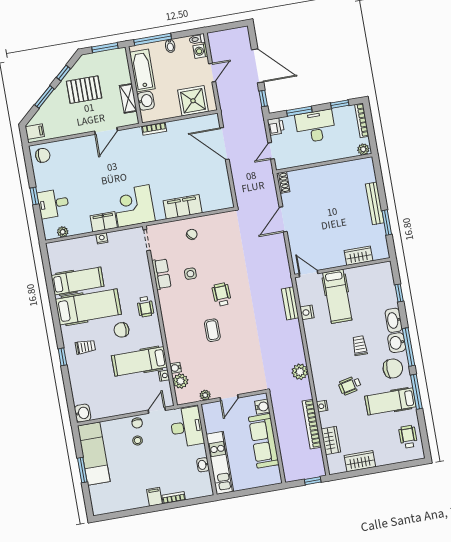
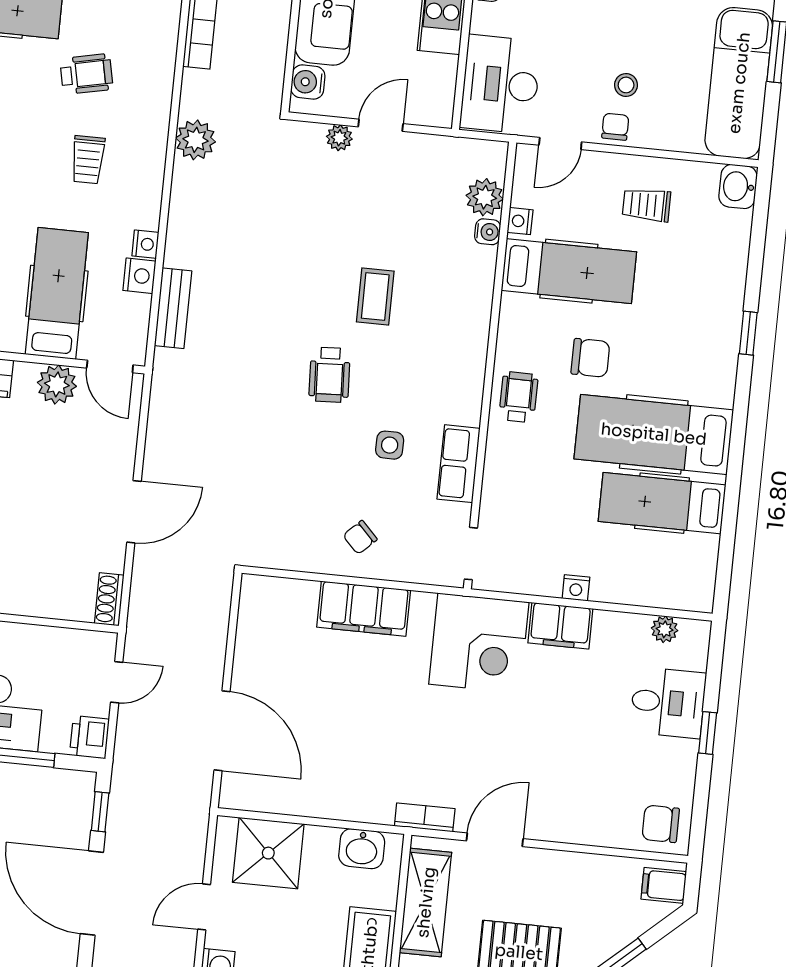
shelving: (128, 98) -> (426, 902), width x1.50, depth x1.33
washbasin: (146, 101) -> (362, 849), moved, turned -90
bookcase: (154, 129) -> (425, 817), moved
plant: (327, 261) -> (57, 384), added
trolley: (360, 346) -> (88, 160), moved
trolley: (85, 347) -> (647, 205), moved
plant: (205, 395) -> (339, 138), moved
nightstand: (322, 406) -> (145, 244), moved

